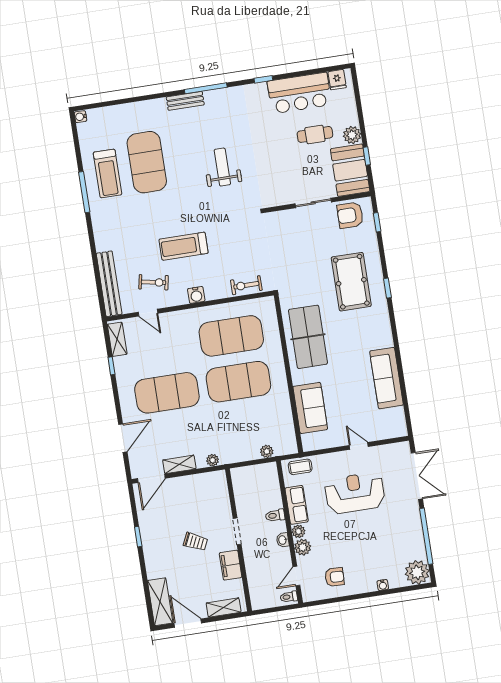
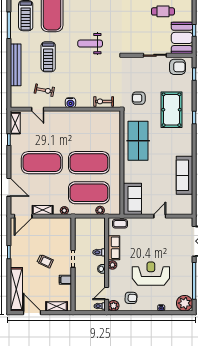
plant: (352, 135) -> (187, 16), removed
weight bench: (222, 167) -> (90, 44), moved, turned -90
armchair: (350, 215) -> (177, 67), turned 180
treadmill: (184, 246) -> (48, 57), moved, turned -90
armchair: (299, 272) -> (139, 98), added
bench: (109, 284) -> (16, 65), moved
exercise mat: (231, 336) -> (89, 193), moved
sofa: (310, 408) -> (132, 199), moved
door: (123, 438) -> (9, 187), hinge flipped
door: (359, 446) -> (160, 216), hinge flipped
reception desk: (355, 493) -> (151, 274), moved
plant: (303, 547) -> (114, 306), moved
filing cabinet: (231, 565) -> (65, 280), width x0.50
shelving: (160, 602) -> (16, 289), width x1.47

